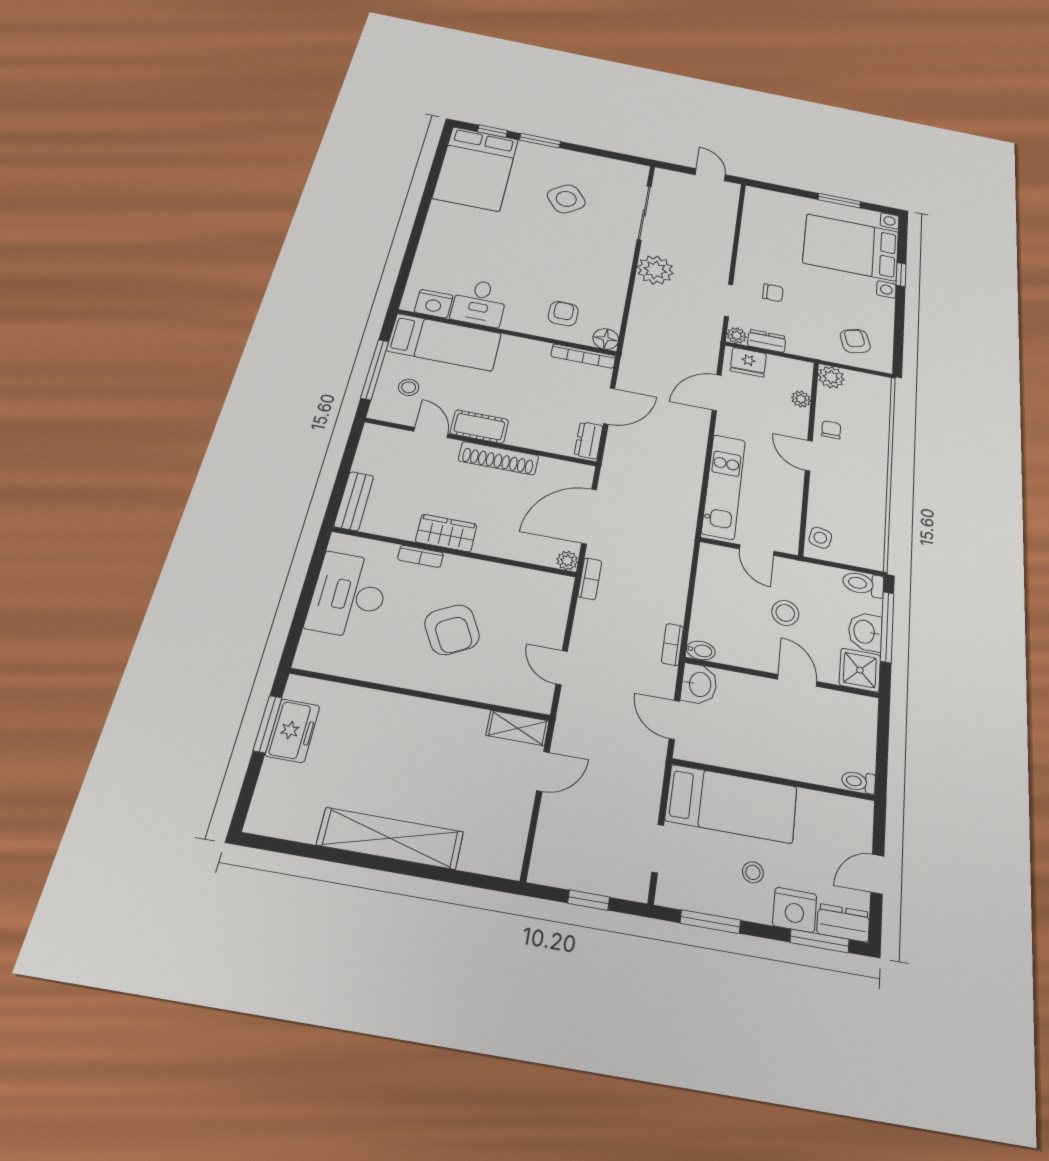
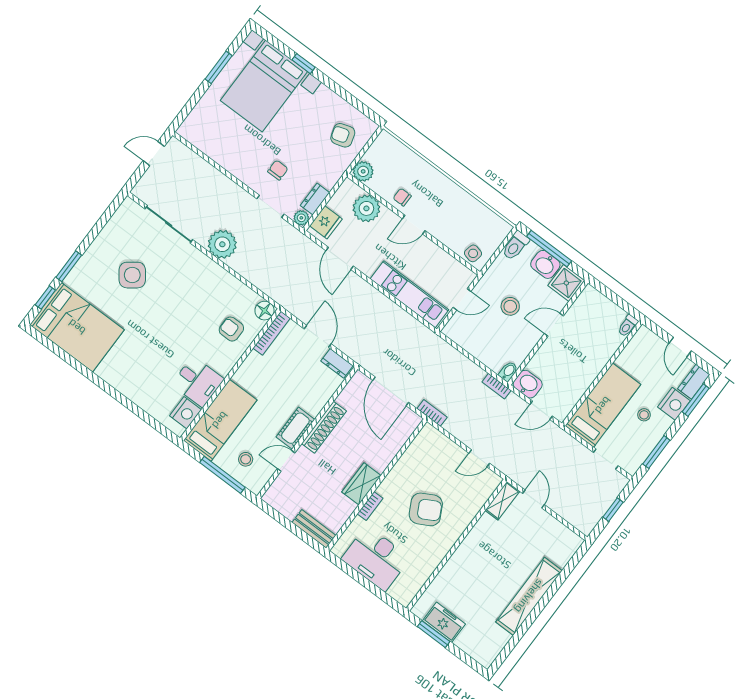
plant: (801, 399) -> (366, 208), width x1.87, depth x1.87
plant: (567, 561) -> (414, 420), removed

